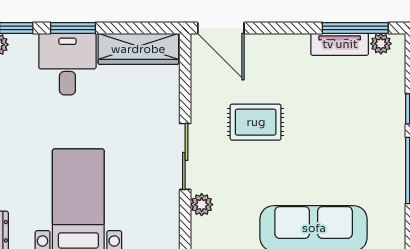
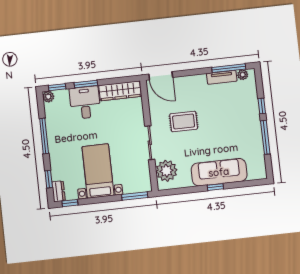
plant: (202, 205) -> (166, 171), width x1.87, depth x1.87

